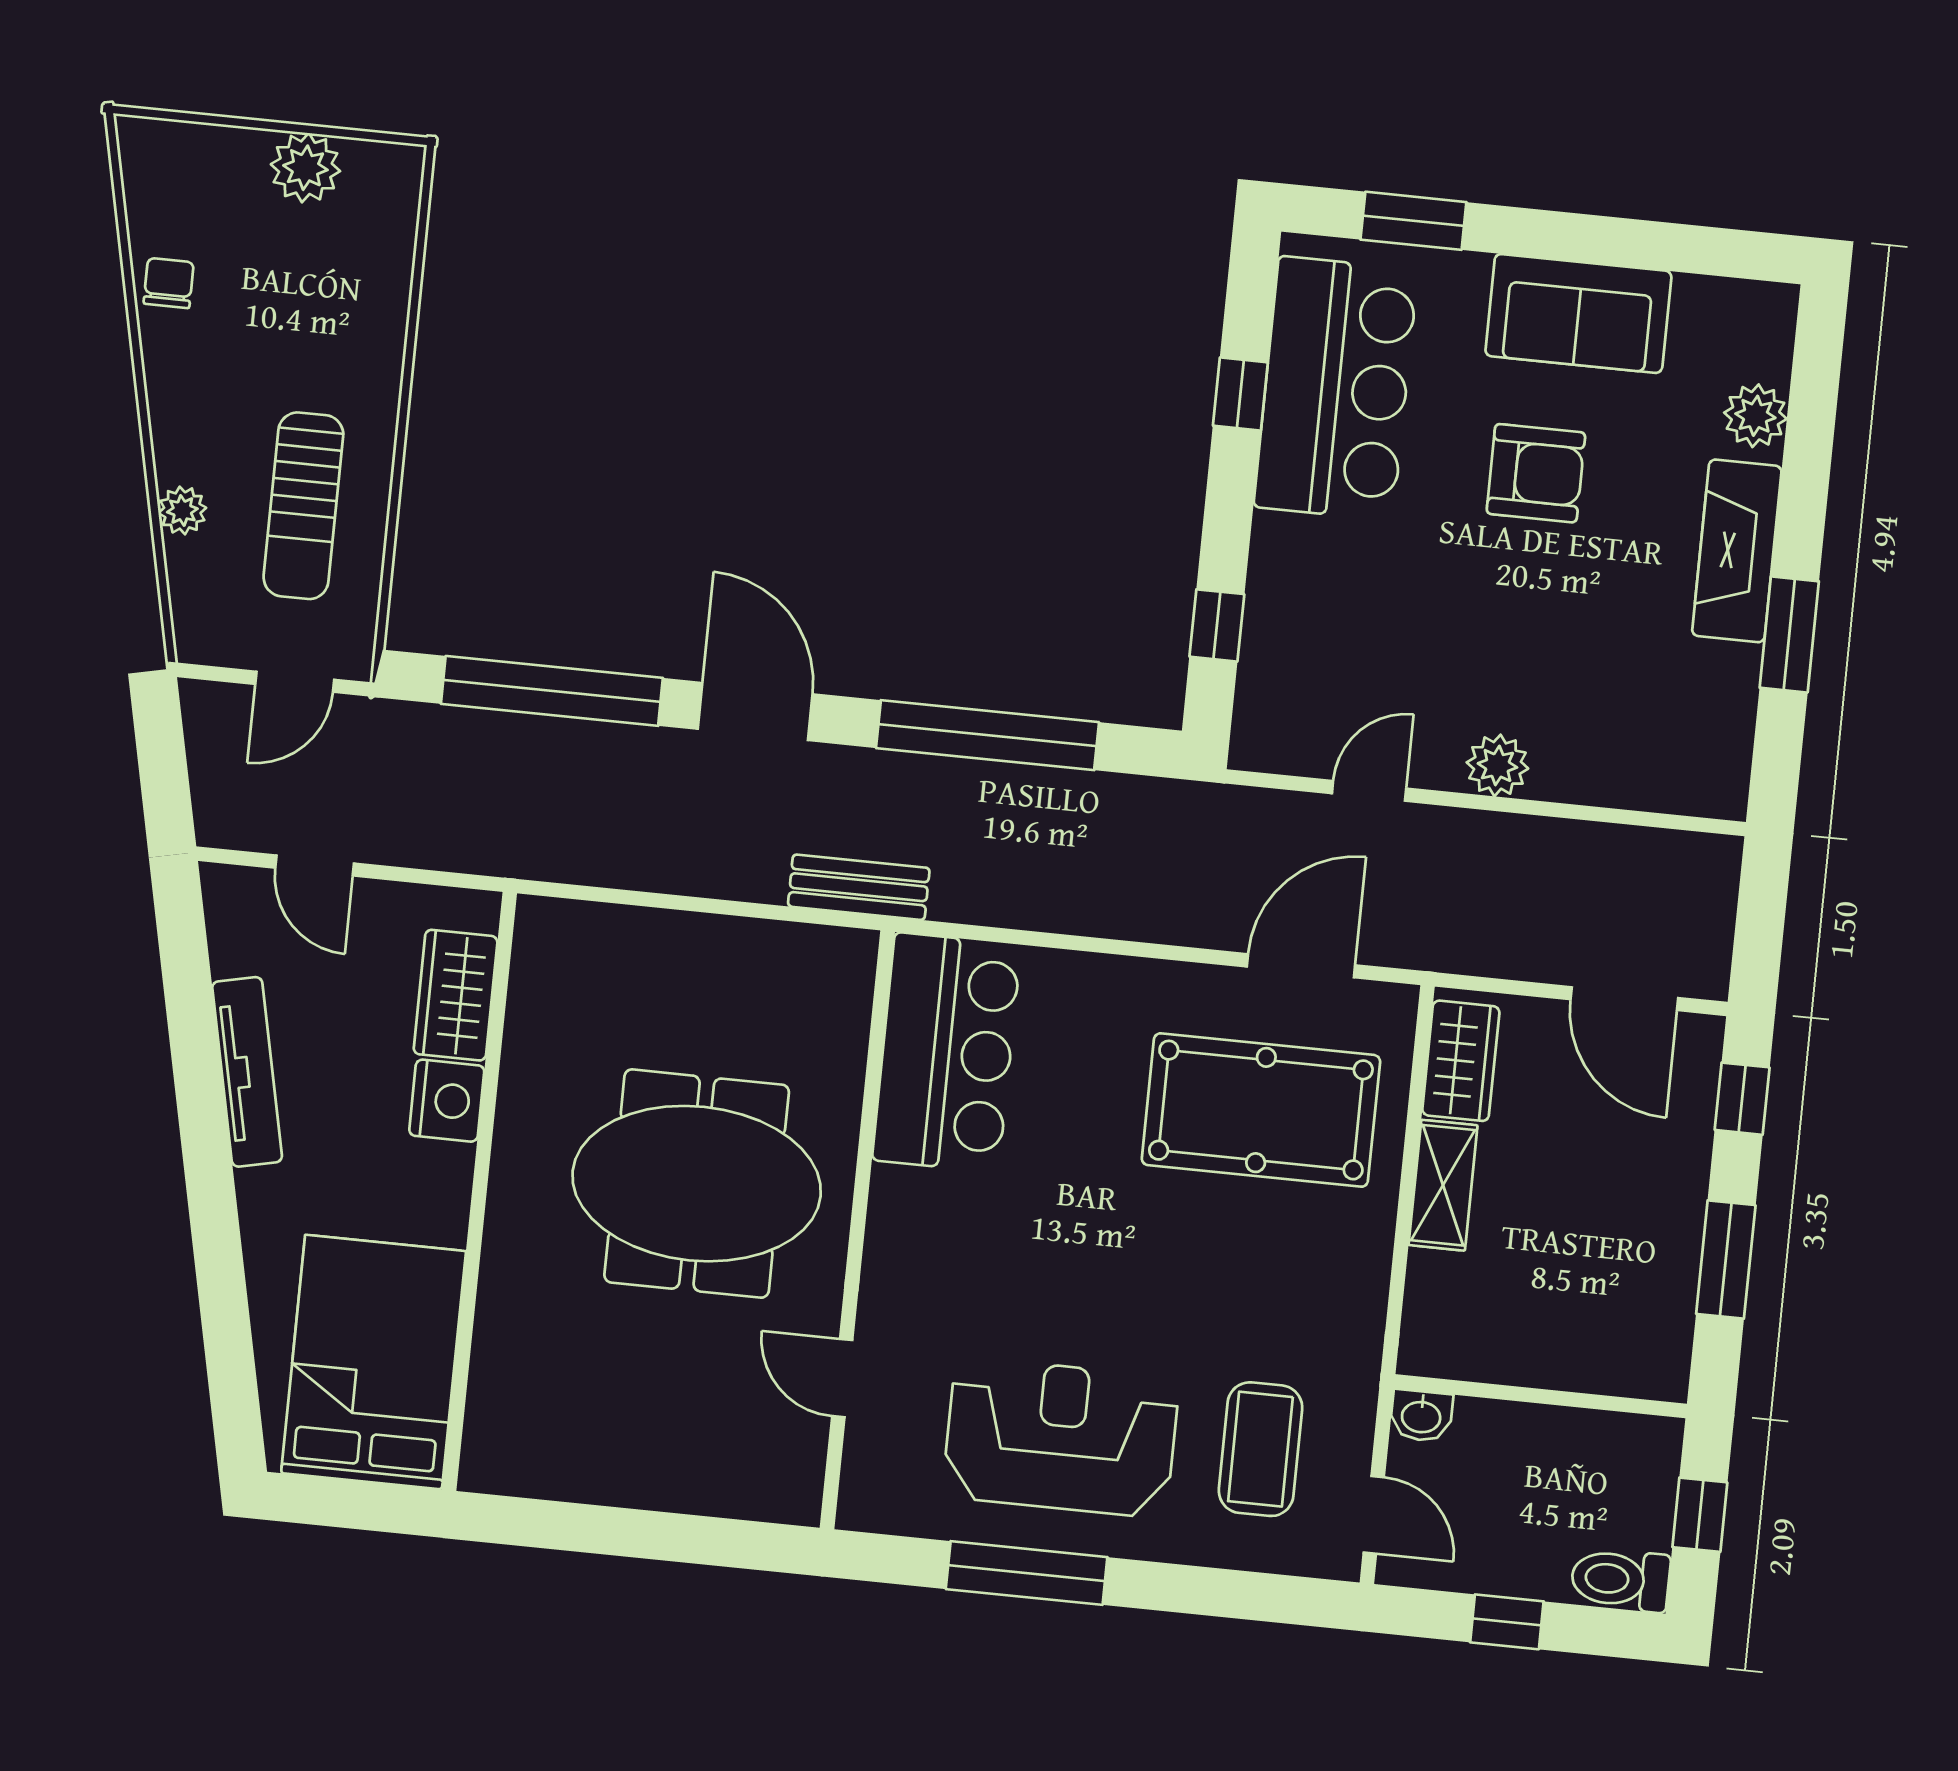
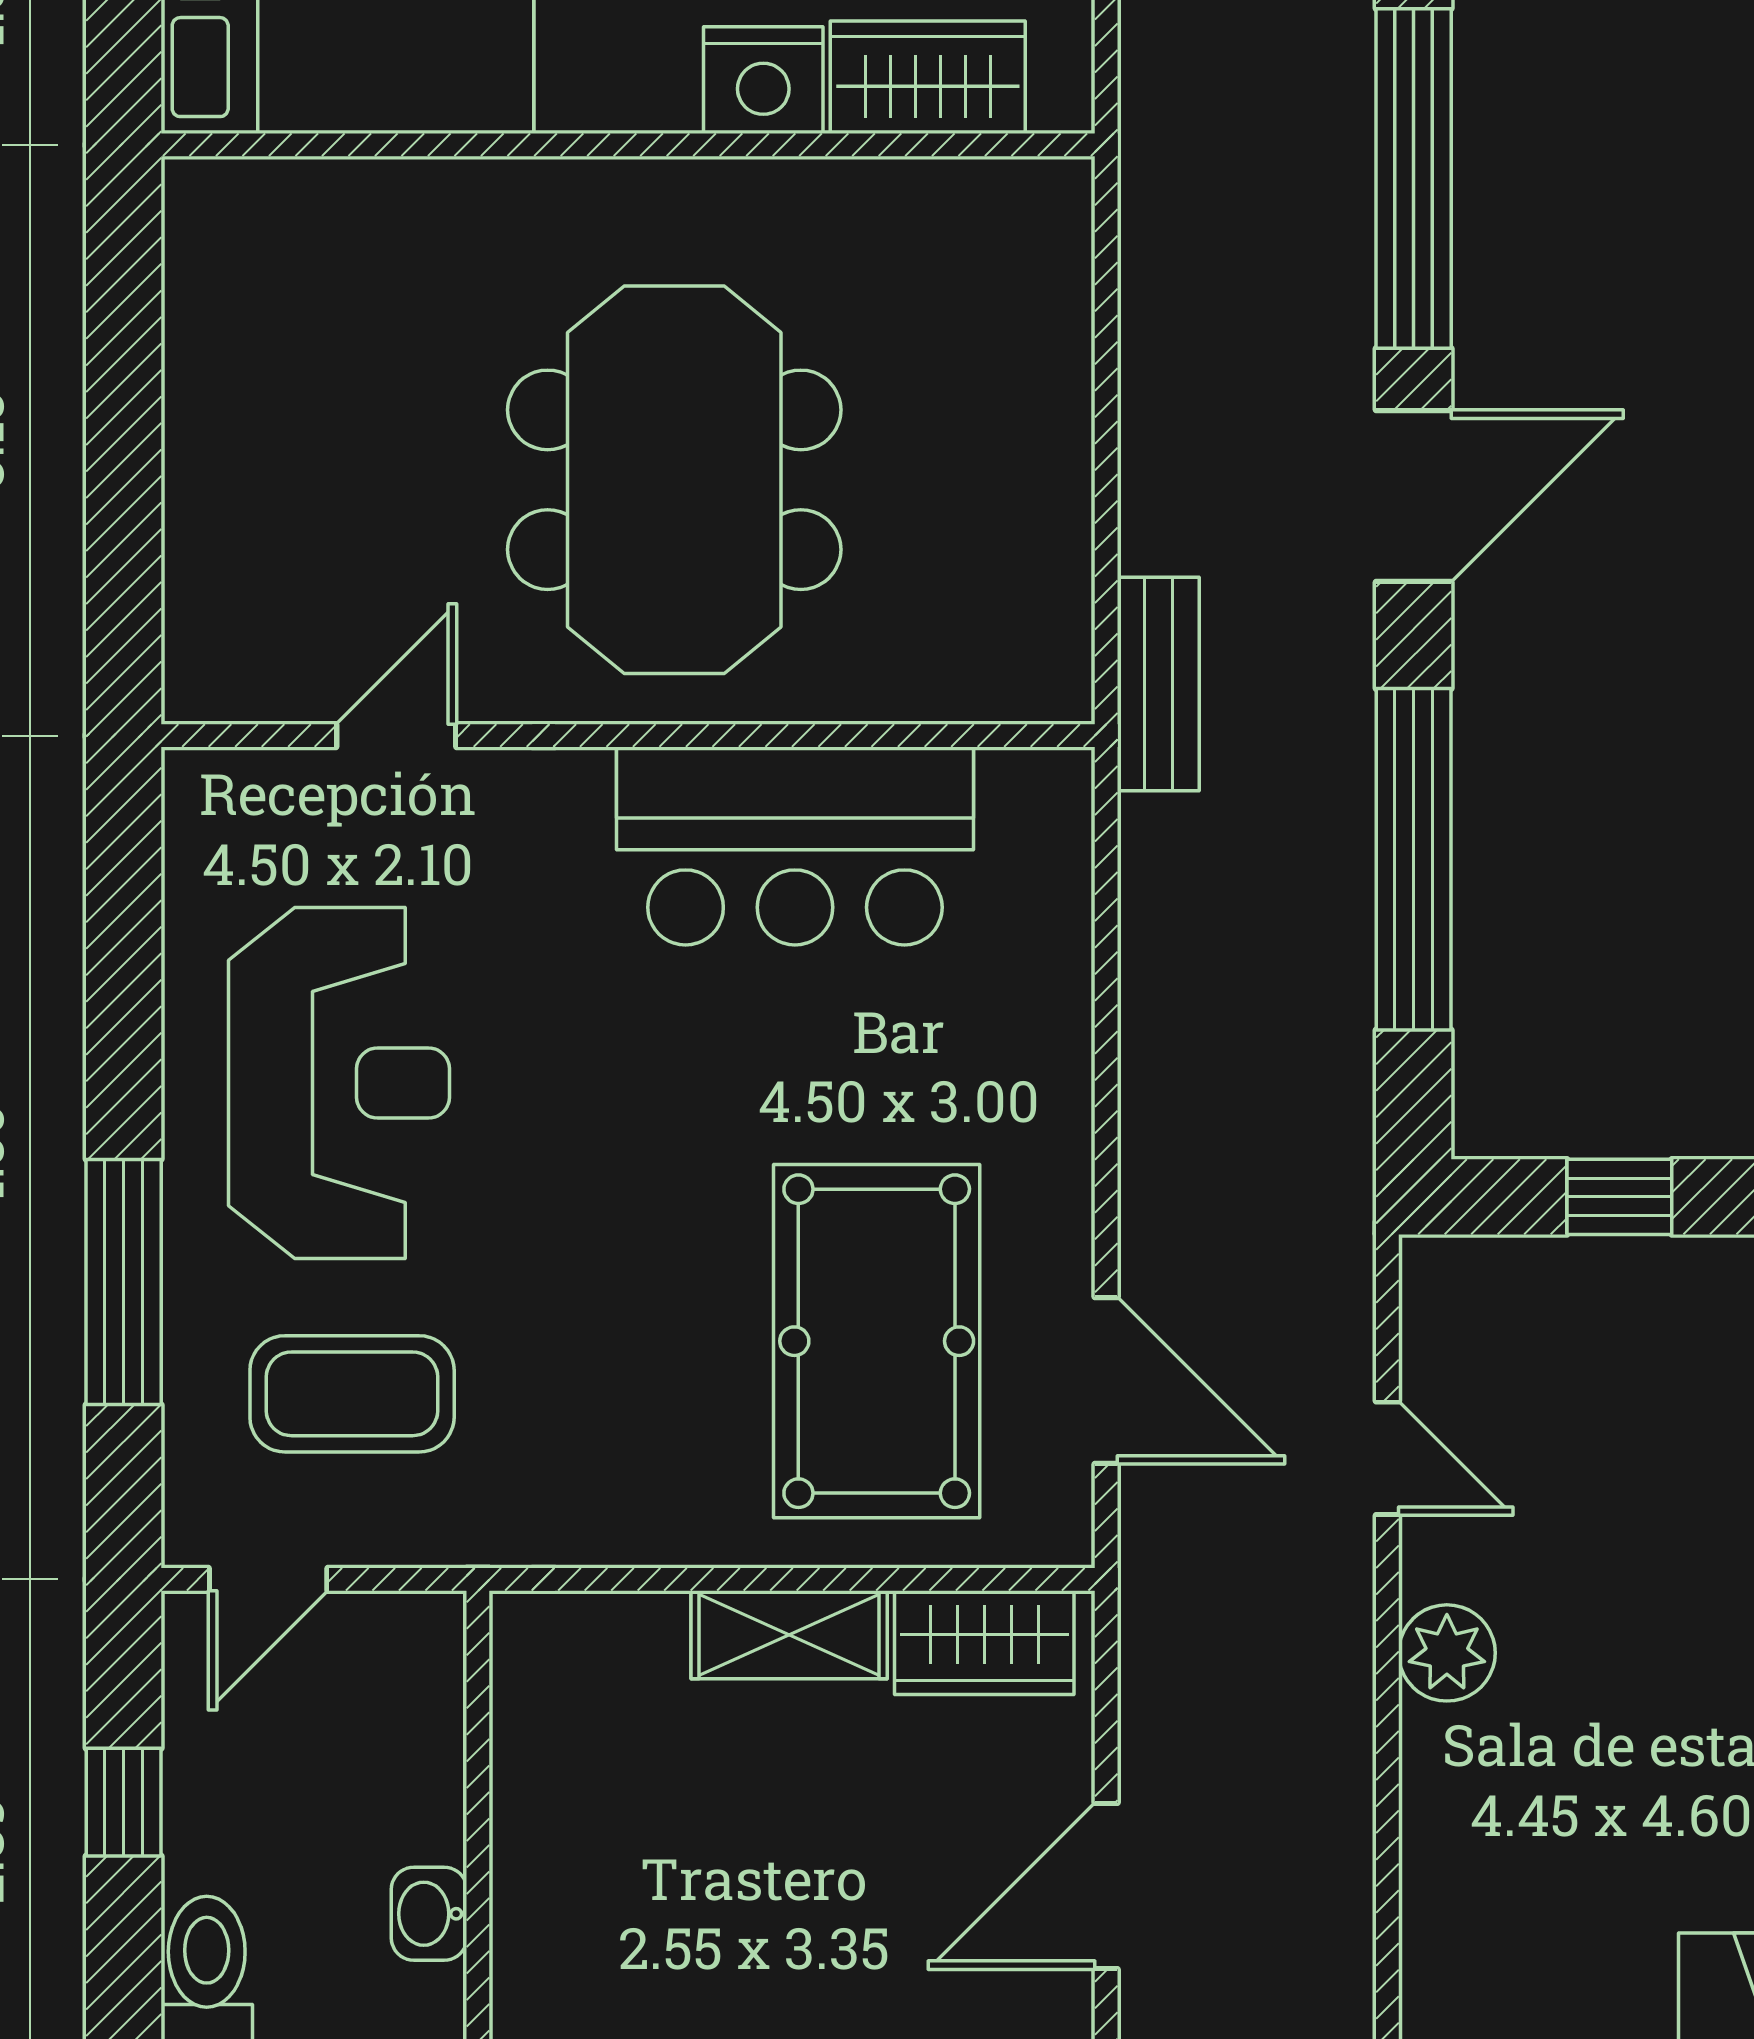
bar counter: (947, 1052) -> (795, 846), moved
washbasin: (1421, 1416) -> (429, 1914), moved
window: (1027, 1573) -> (124, 1282), moved

